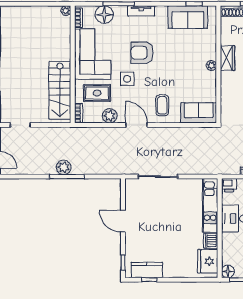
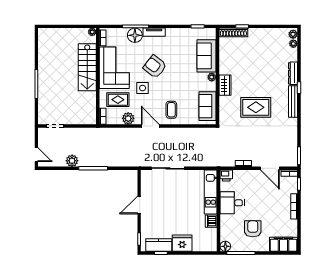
floor lamp: (104, 15) -> (135, 35), moved
sofa: (188, 17) -> (207, 56), moved, turned 90
armchair: (142, 53) -> (155, 67), turned 38
wardrobe: (228, 58) -> (225, 85), moved
stairs: (60, 90) -> (87, 67), moved
sofa: (199, 113) -> (207, 106), moved, turned -90
plant: (64, 167) -> (72, 161), moved
door: (123, 221) -> (139, 205), hinge flipped
fridge: (208, 261) -> (182, 243), moved, turned 90

